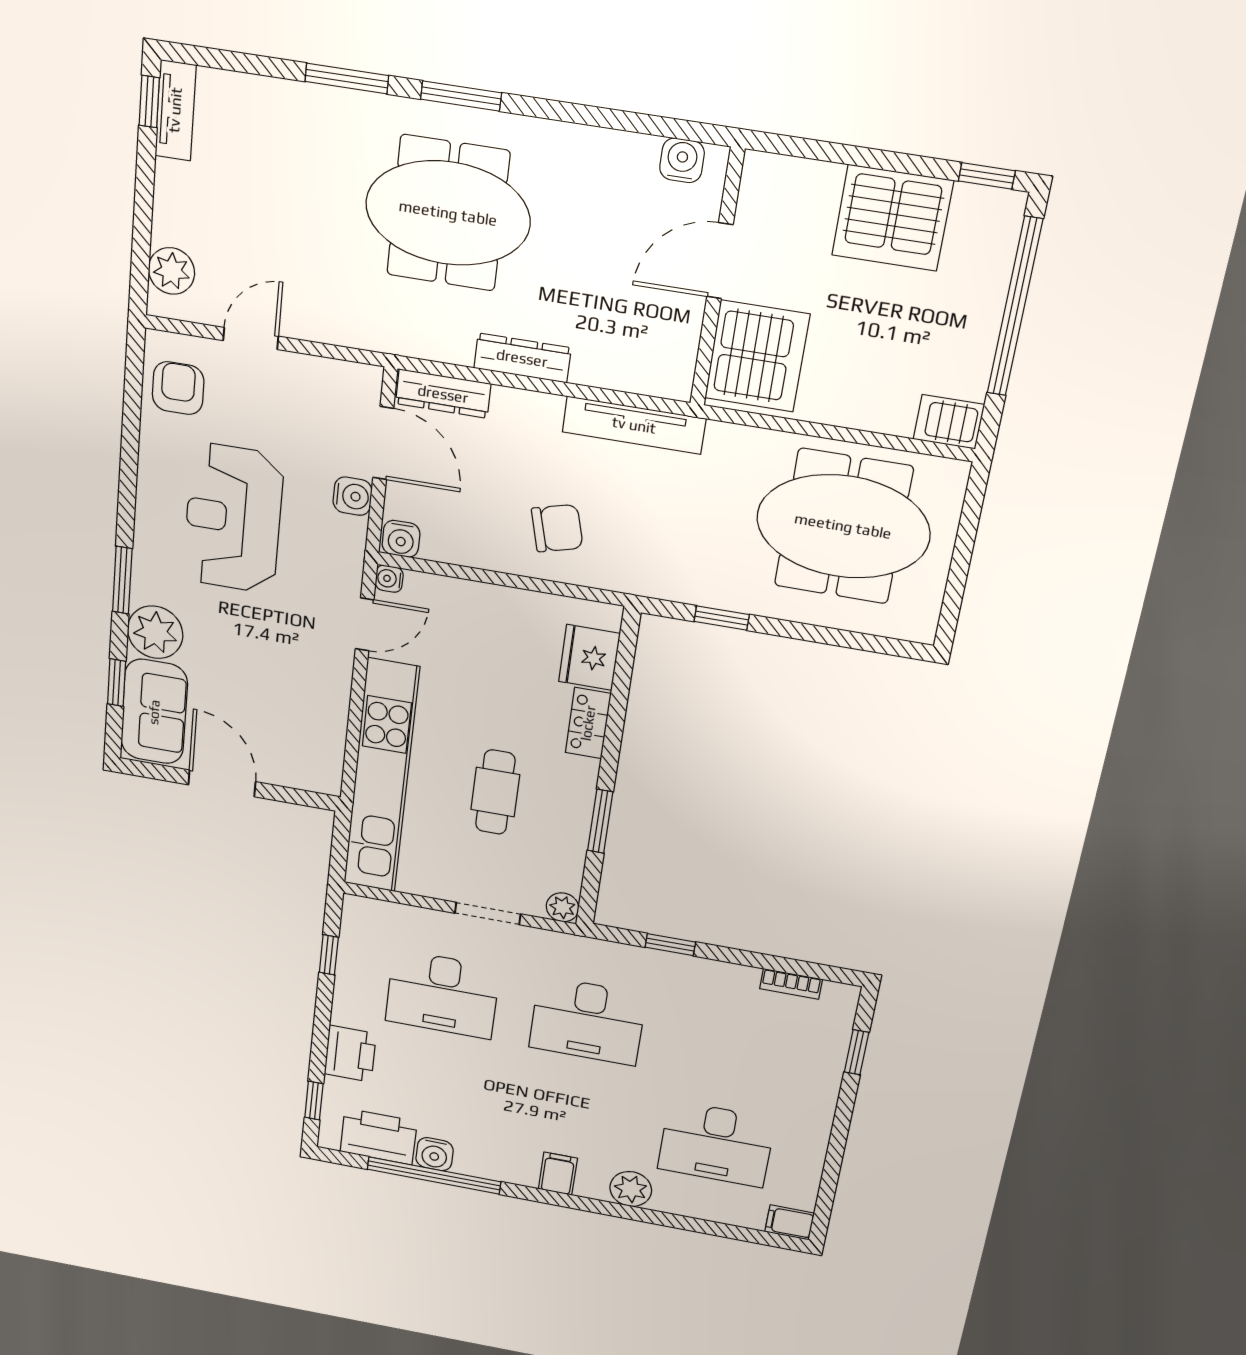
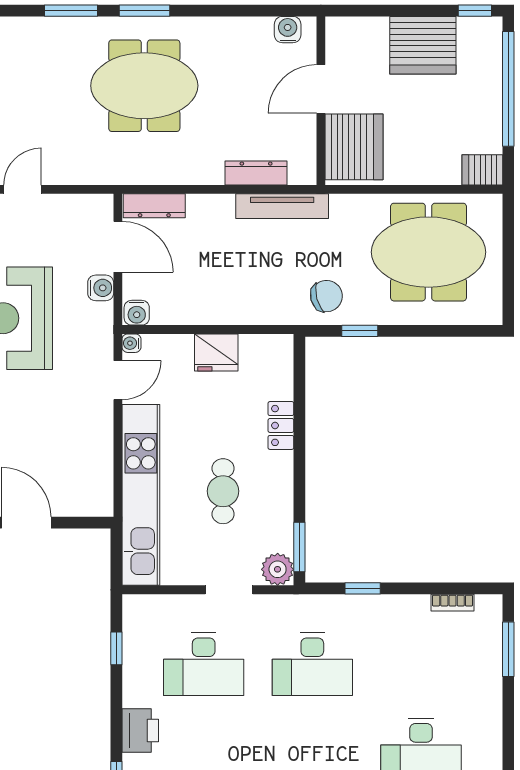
dresser: (522, 358) -> (256, 173), moved
chair: (557, 528) -> (326, 296), moved
fridge: (589, 657) -> (216, 352), moved, turned -90
window: (600, 821) -> (299, 547), moved
plant: (562, 907) -> (278, 569), width x1.38, depth x1.38
window: (857, 1052) -> (508, 649), width x1.50

